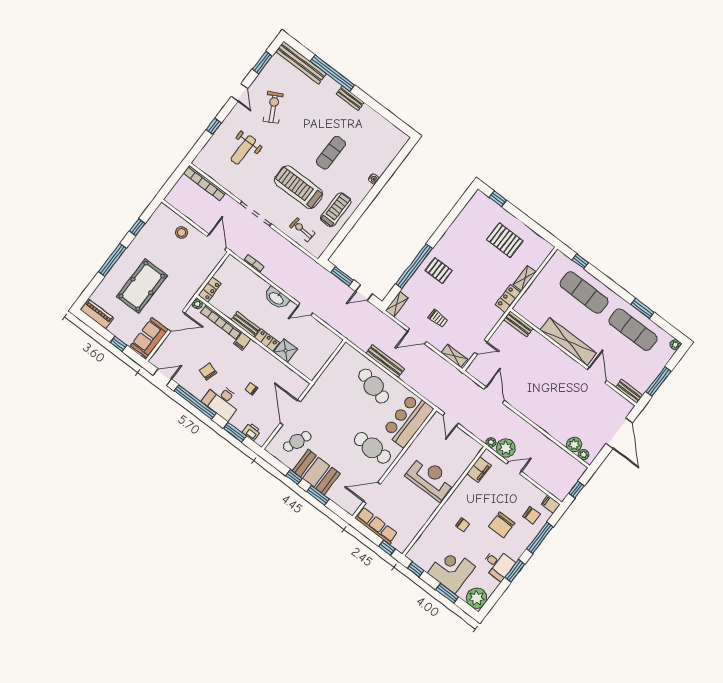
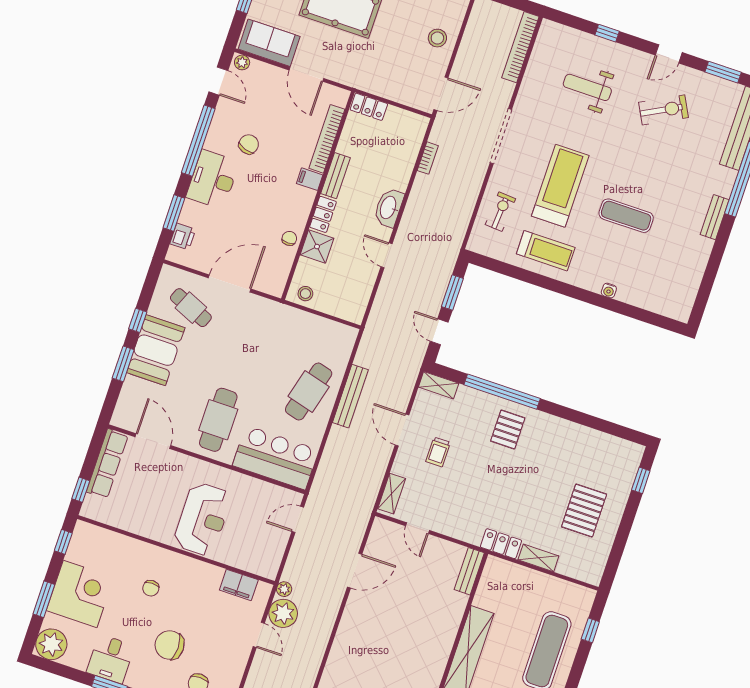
plant: (197, 304) -> (242, 62), moved
stool: (312, 368) -> (305, 294), added
chair: (252, 389) -> (289, 238), moved

